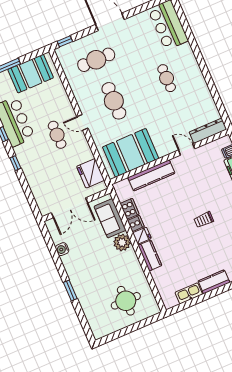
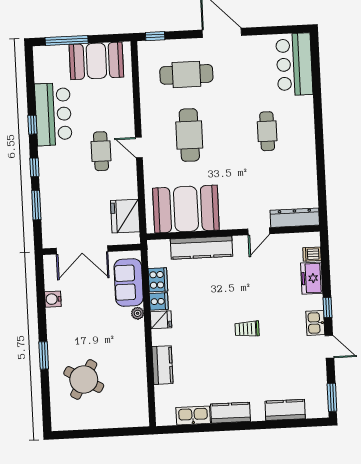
door: (187, 149) -> (259, 231), swing flipped
window: (26, 189) -> (36, 205), added
plant: (122, 242) -> (138, 313), width x0.53, depth x0.53
kitchen counter: (150, 255) -> (162, 365), moved
round table: (126, 301) -> (84, 379), moved, turned 30

